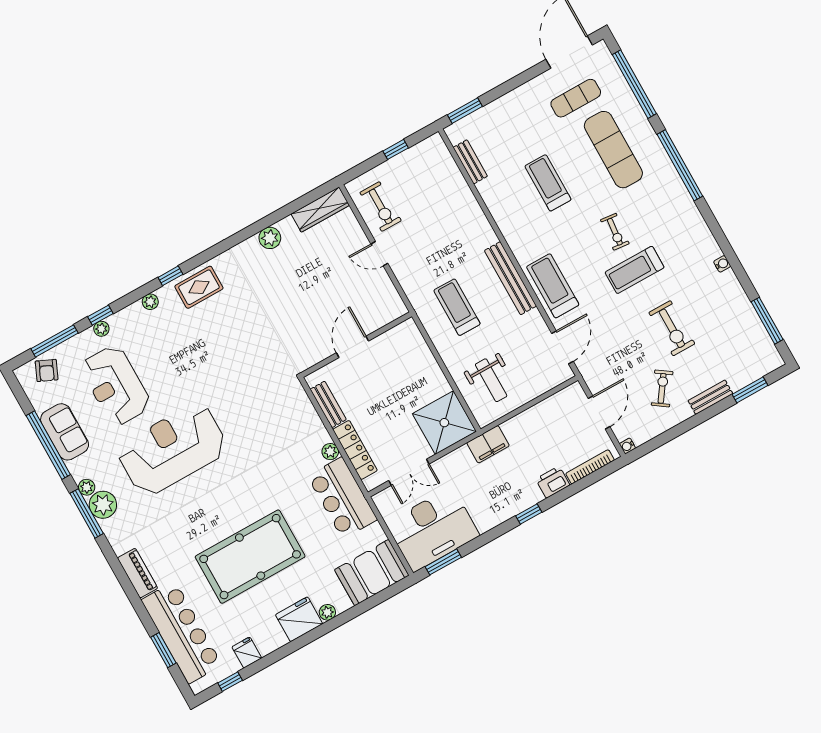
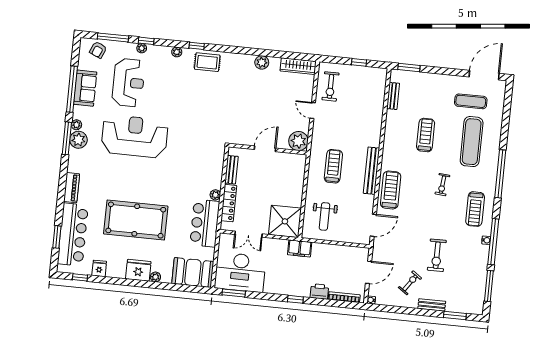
window: (634, 84) -> (493, 242), moved
treadmill: (635, 270) -> (475, 209), moved, turned -90
plant: (389, 306) -> (298, 141), added
reception desk: (116, 385) -> (128, 83), turned 180

